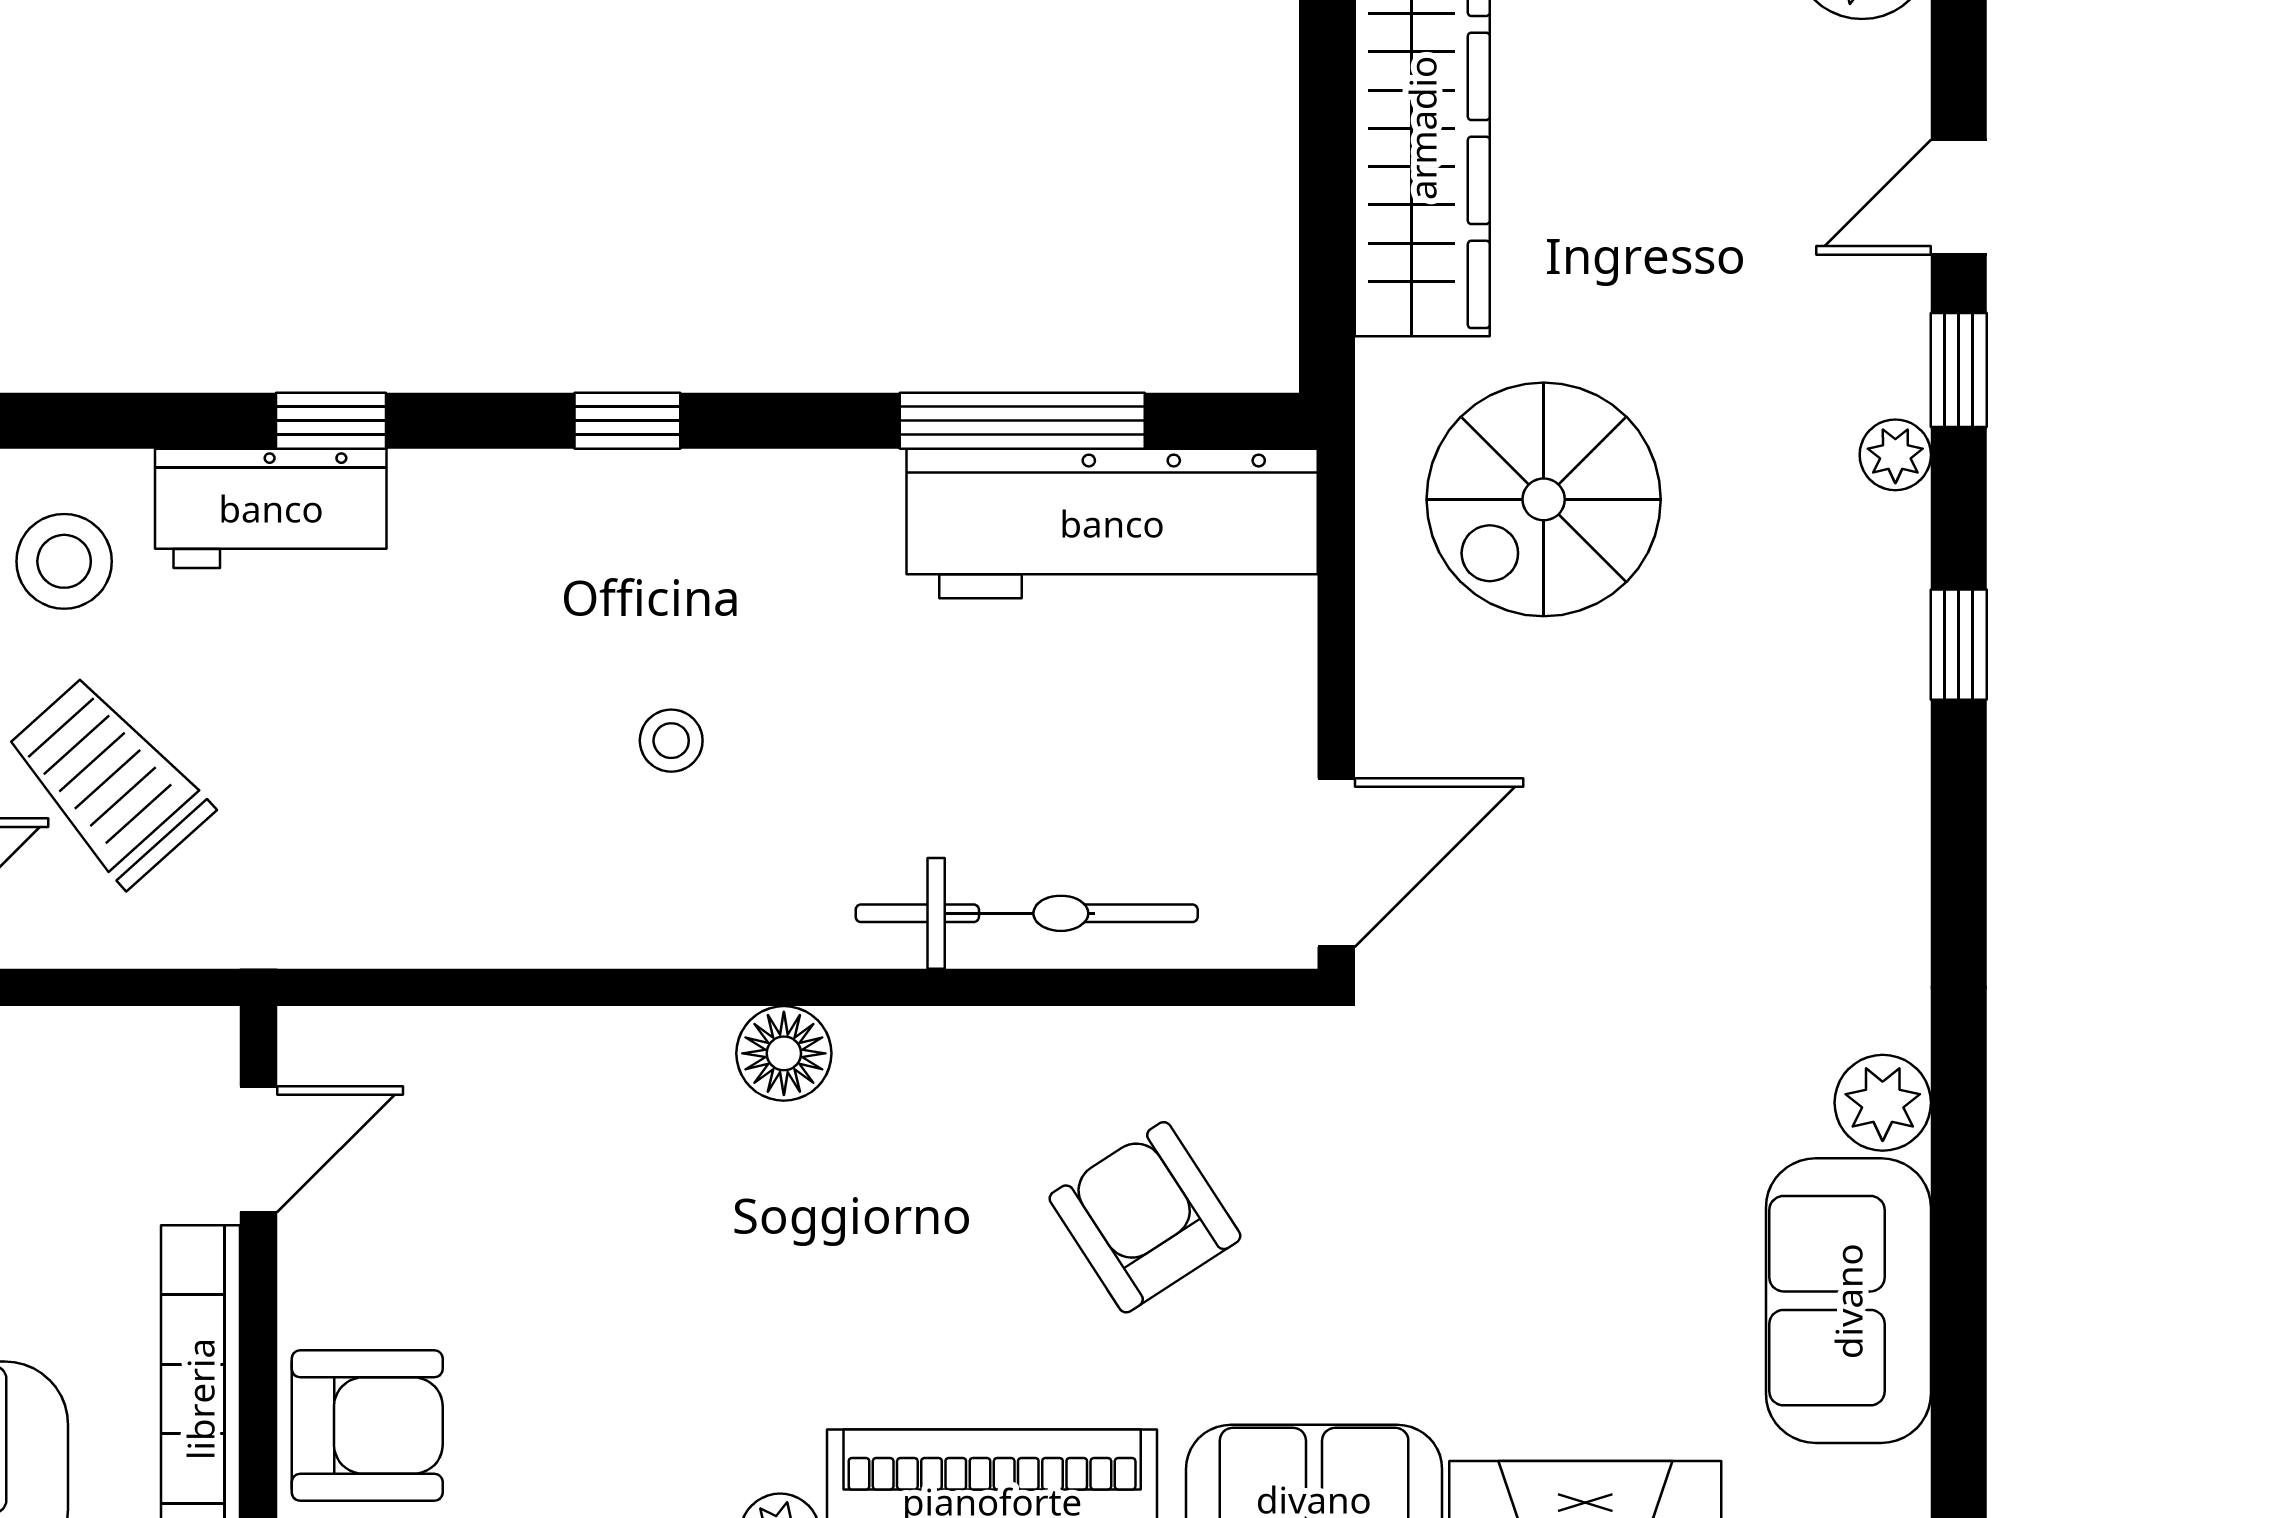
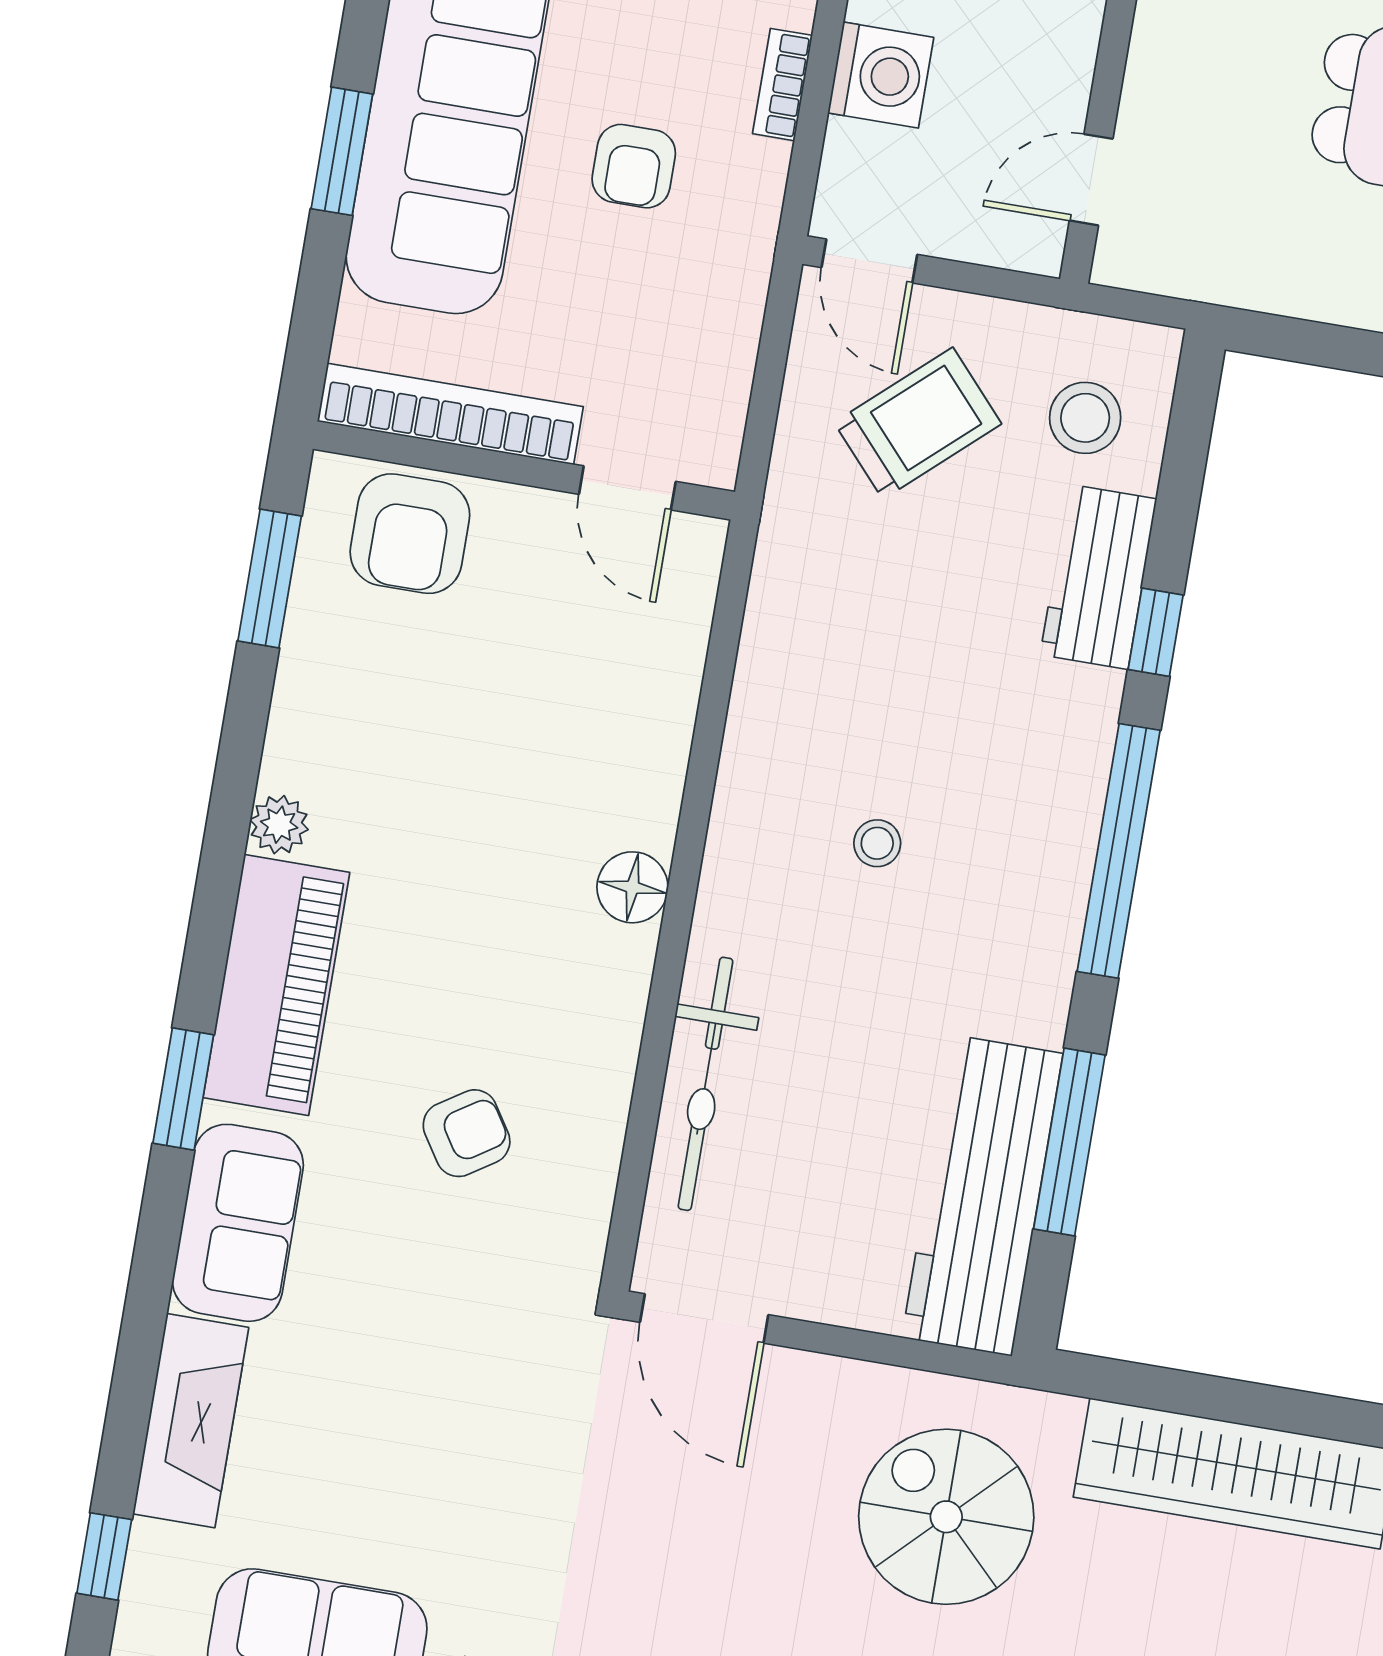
window: (627, 421) -> (1119, 851), width x3.17
armchair: (1145, 1217) -> (467, 1133), width x0.72, depth x0.72

